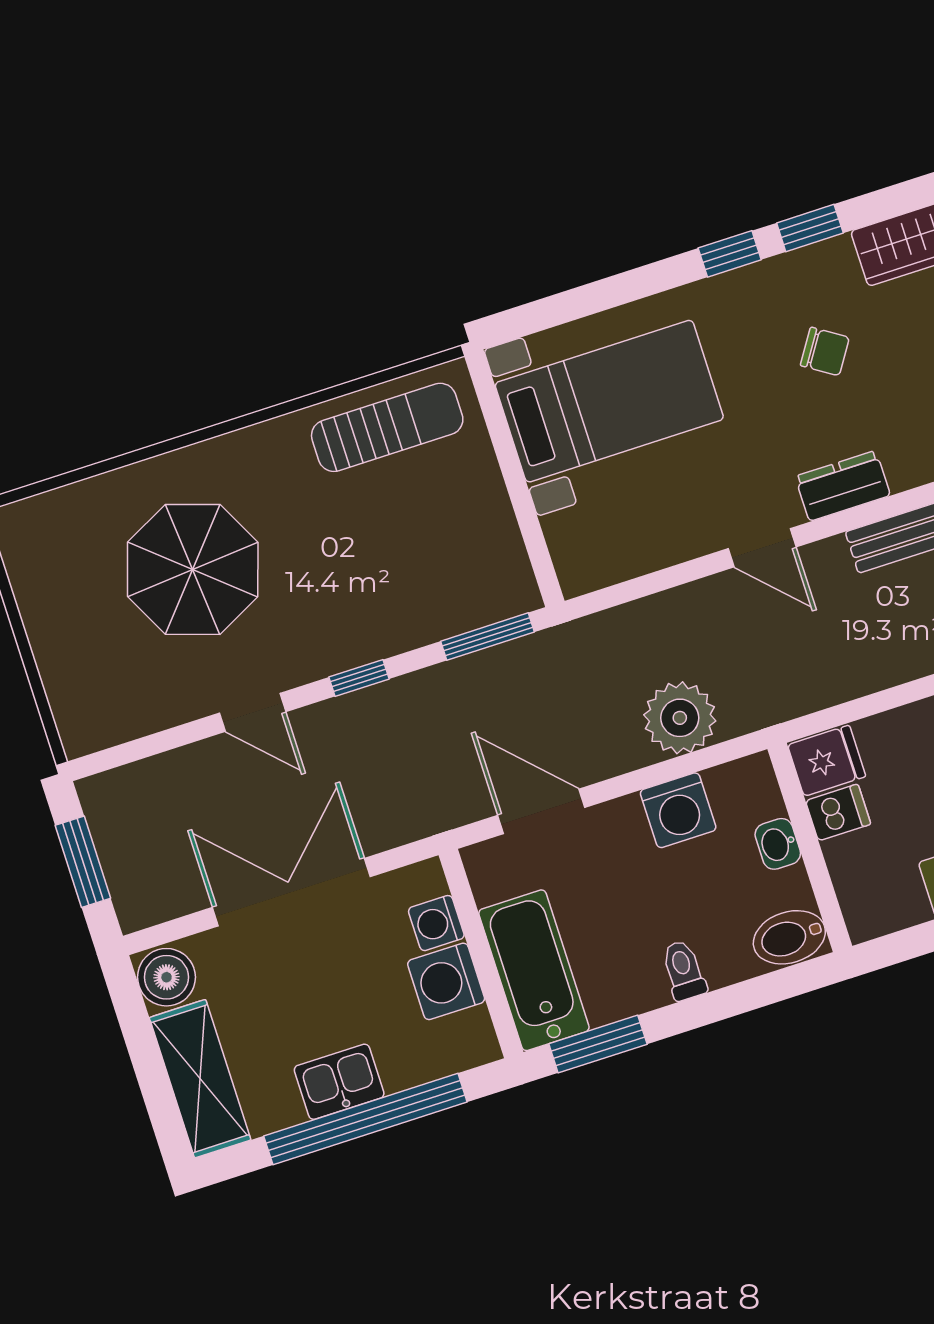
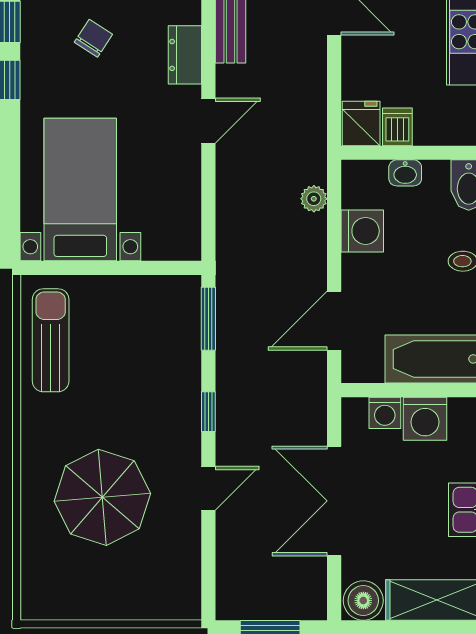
plant: (680, 718) -> (314, 199), width x0.53, depth x0.53

